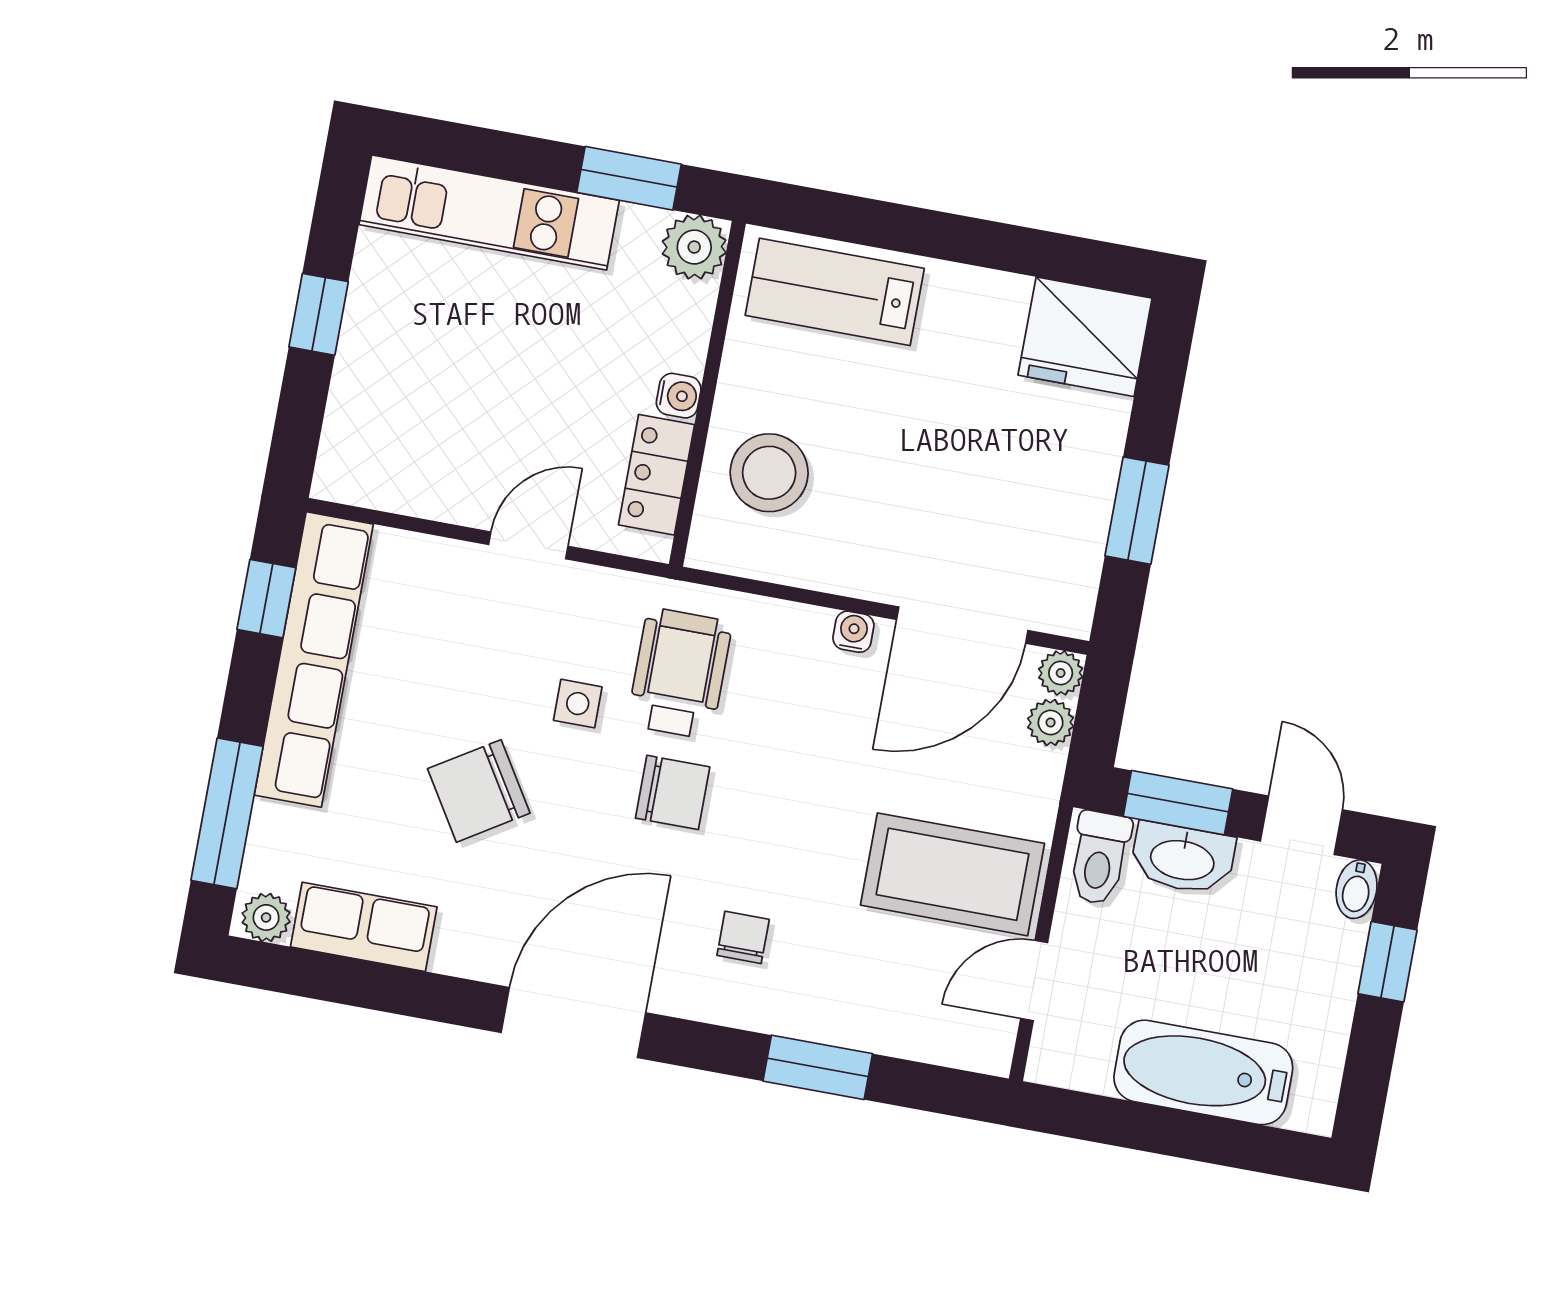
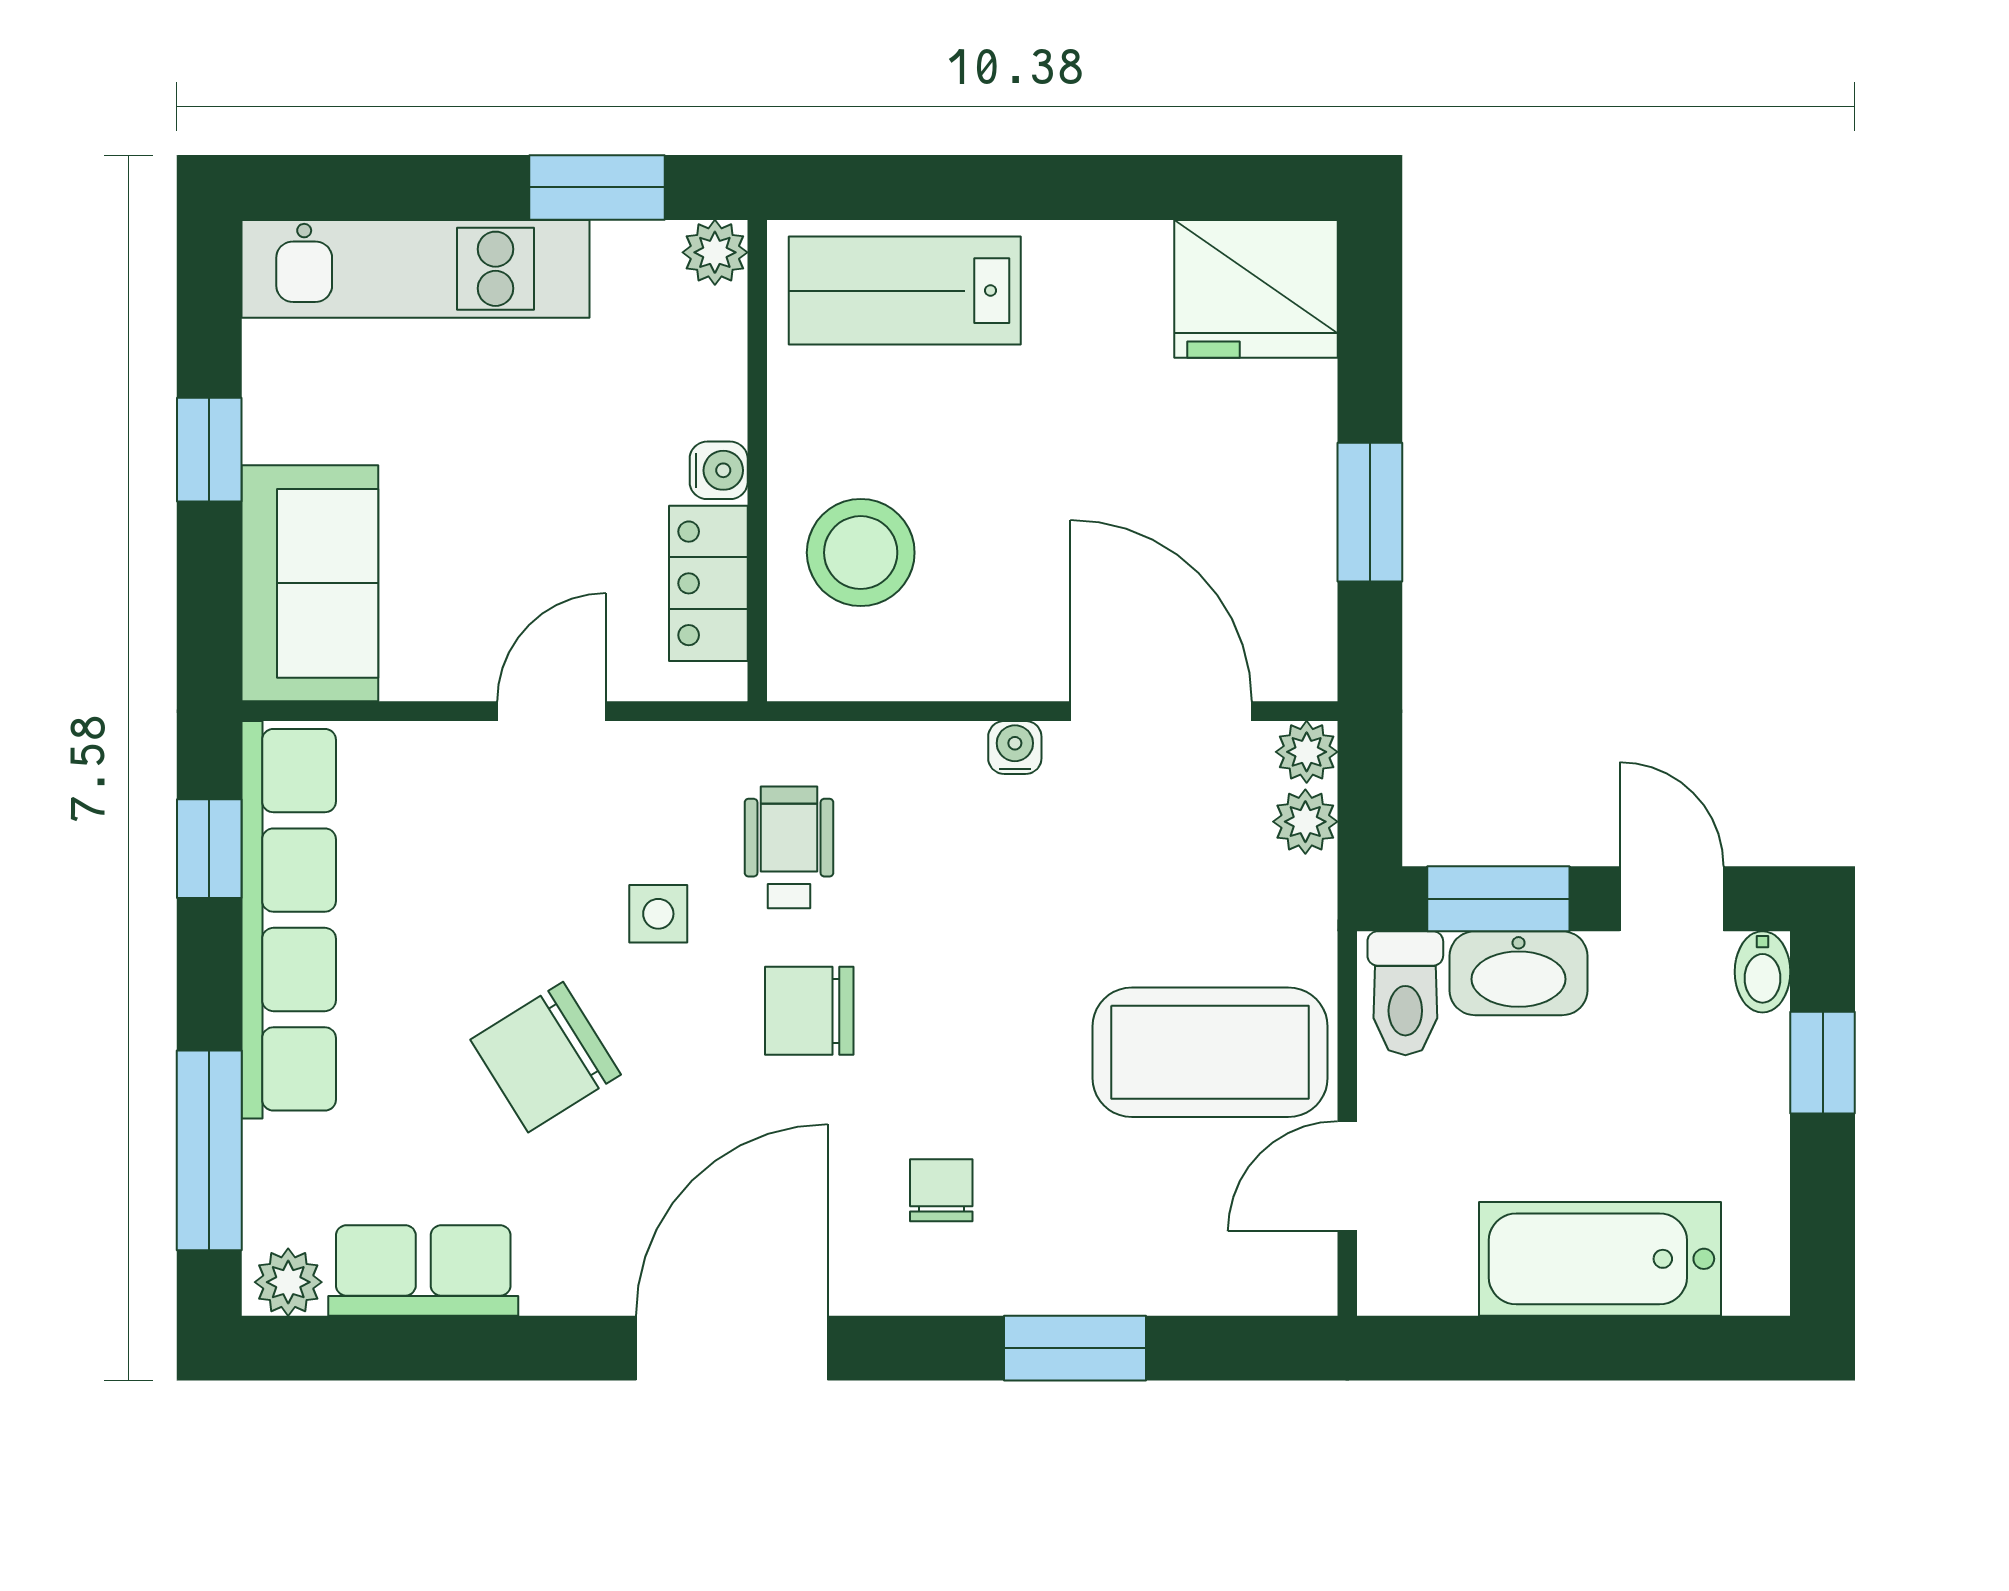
plant: (694, 247) -> (715, 252), width x0.73, depth x0.73
sofa: (373, 423) -> (310, 583), added
door: (962, 625) -> (1161, 711), swing flipped
wheelchair: (680, 673) -> (789, 847), width x0.73, depth x0.73
chair: (673, 792) -> (809, 1011), turned 180

